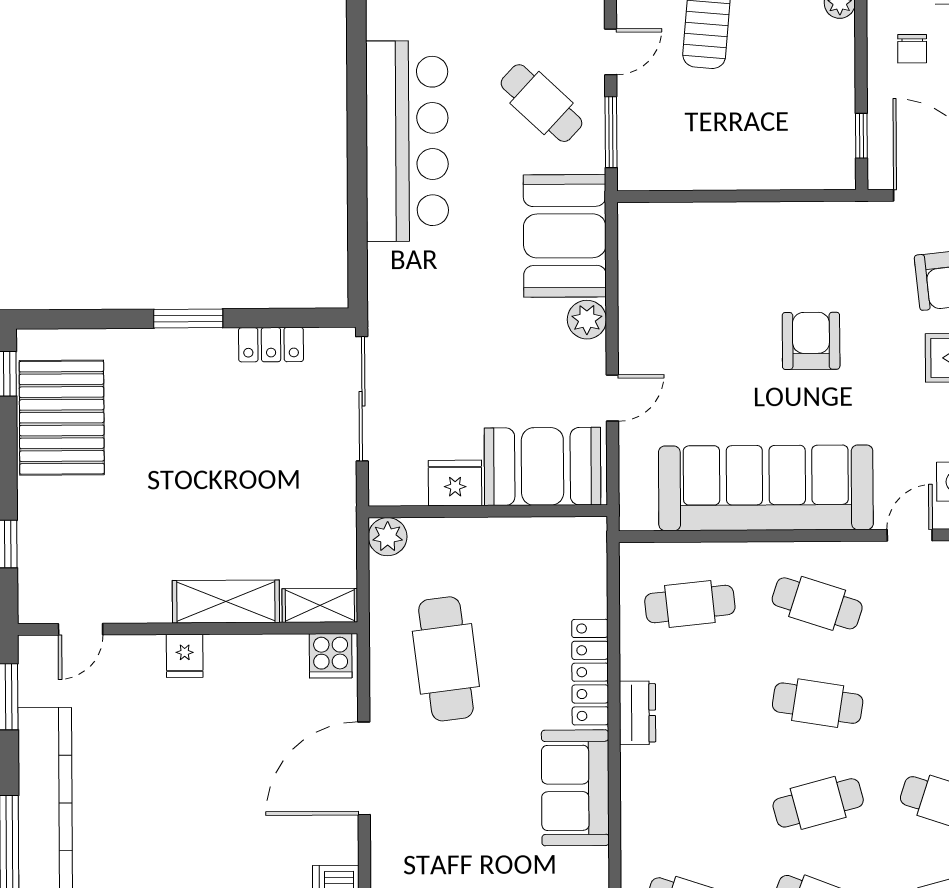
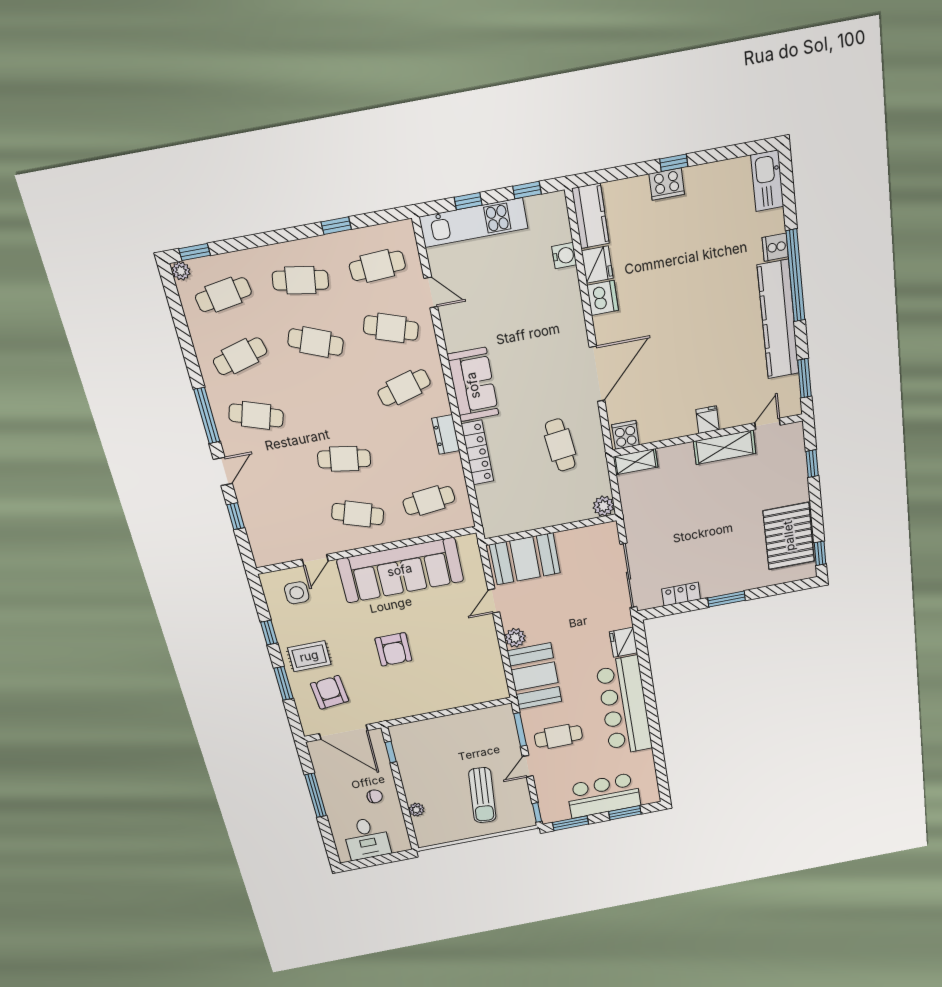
chair: (912, 49) -> (375, 796), turned 90
cafe table: (541, 103) -> (558, 736), turned -43
fridge: (455, 483) -> (624, 642), moved, turned 90
shelving: (226, 602) -> (725, 447), moved
cafe table: (446, 659) -> (560, 445), width x0.73, depth x0.74
cafe table: (818, 803) -> (404, 388), moved

